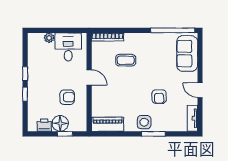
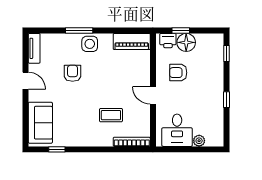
window: (173, 30) -> (57, 149), width x0.32
window: (25, 94) -> (227, 53), moved
printer: (44, 125) -> (168, 41), moved

